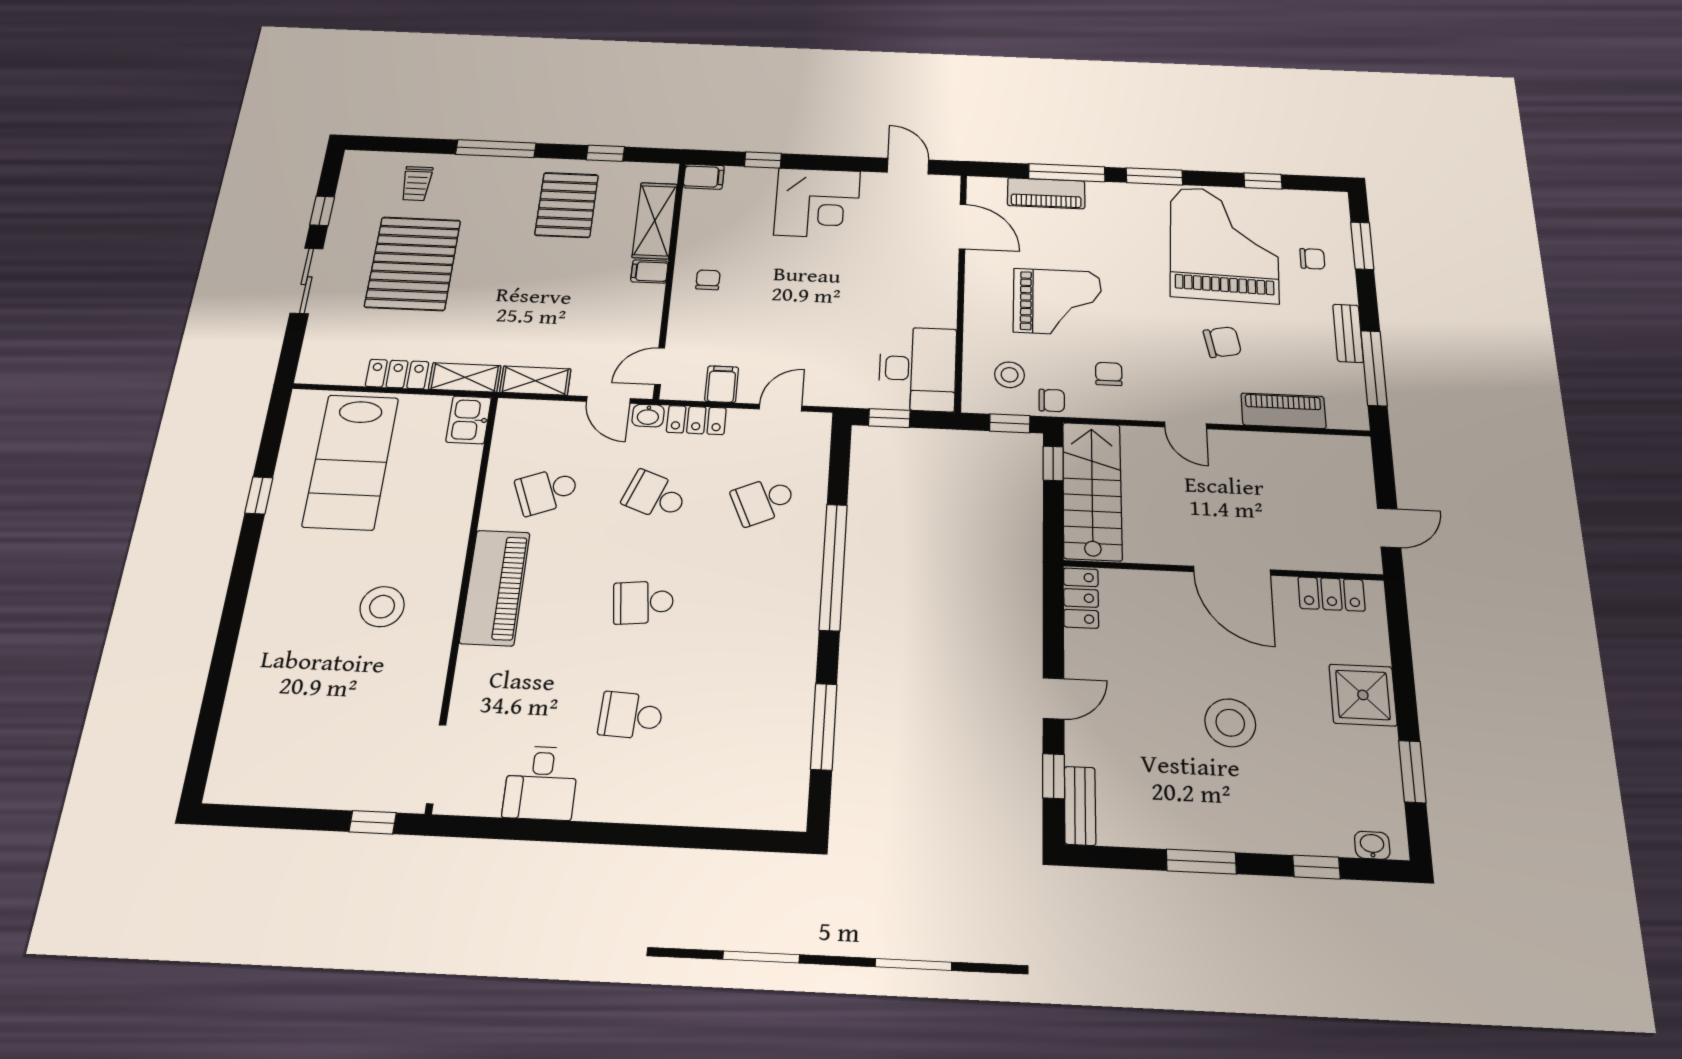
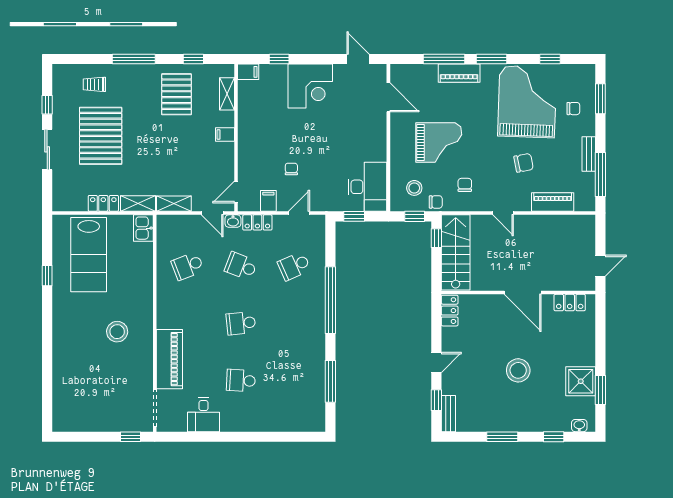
trolley: (417, 183) -> (94, 84), turned 90
piano: (1046, 193) -> (459, 73), moved
shelving: (655, 221) -> (227, 94), width x0.67, depth x0.75
chair: (708, 280) -> (291, 169), moved
piano: (495, 587) -> (169, 359), moved
shower: (1363, 695) -> (581, 381), moved

